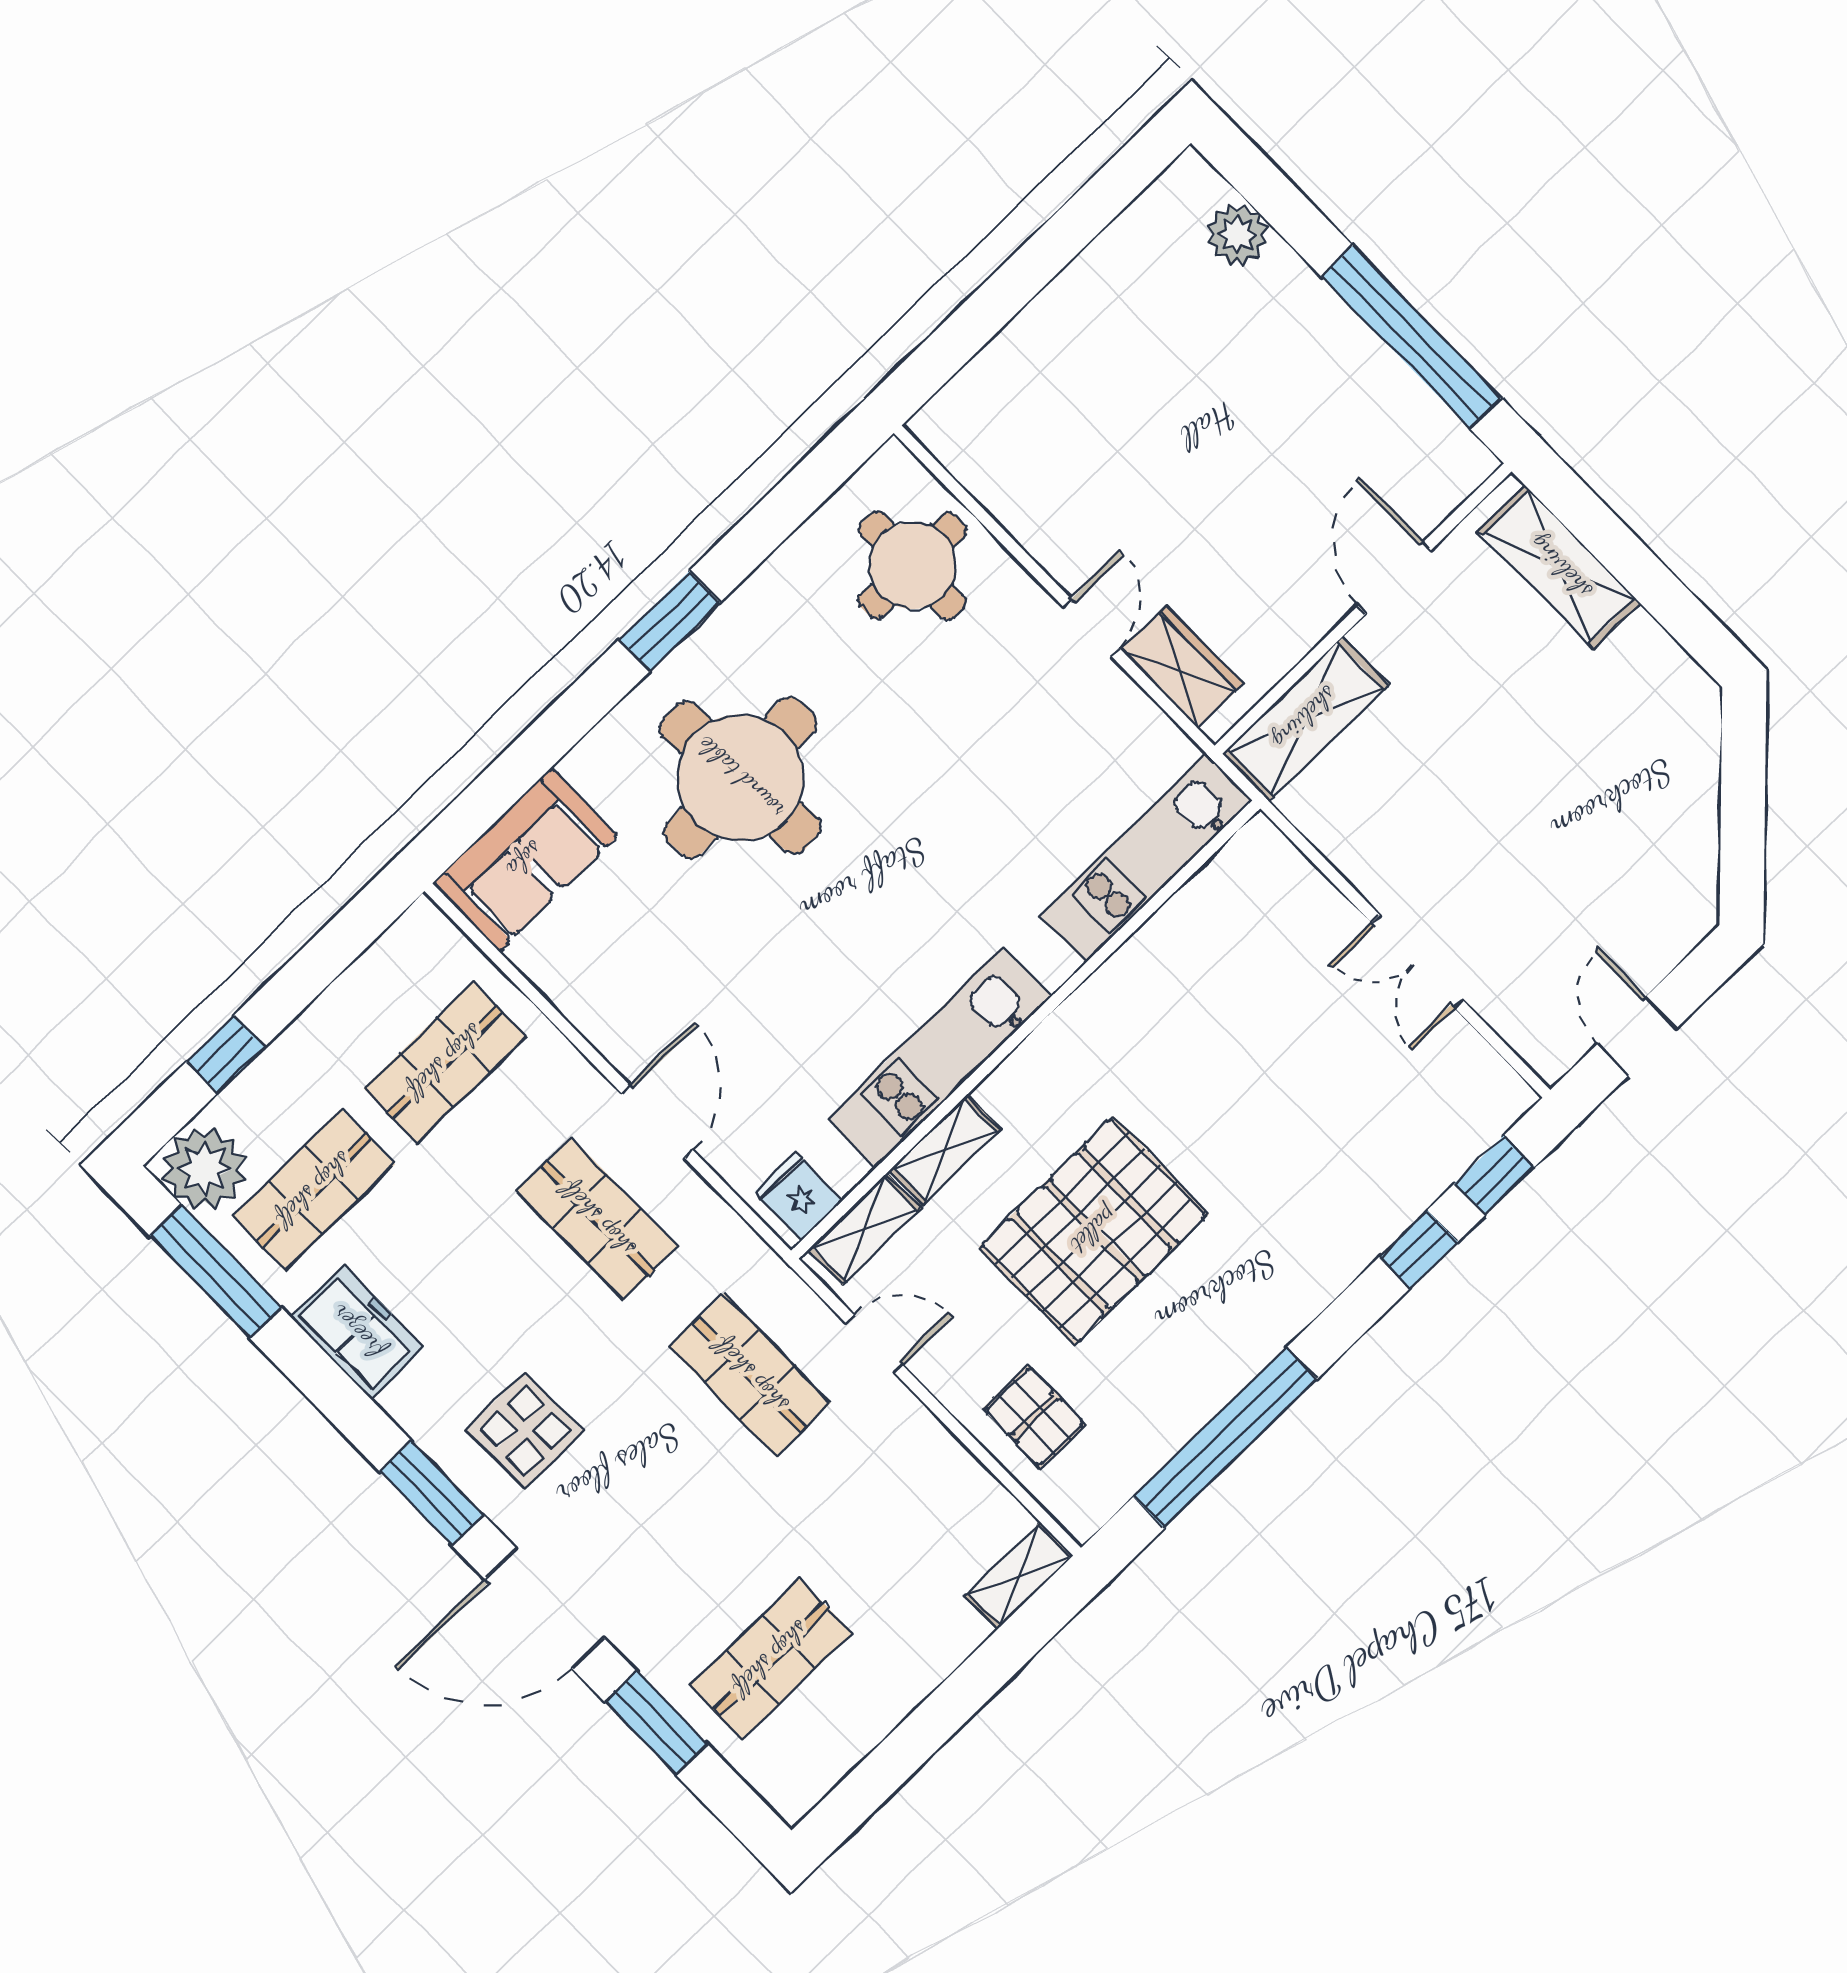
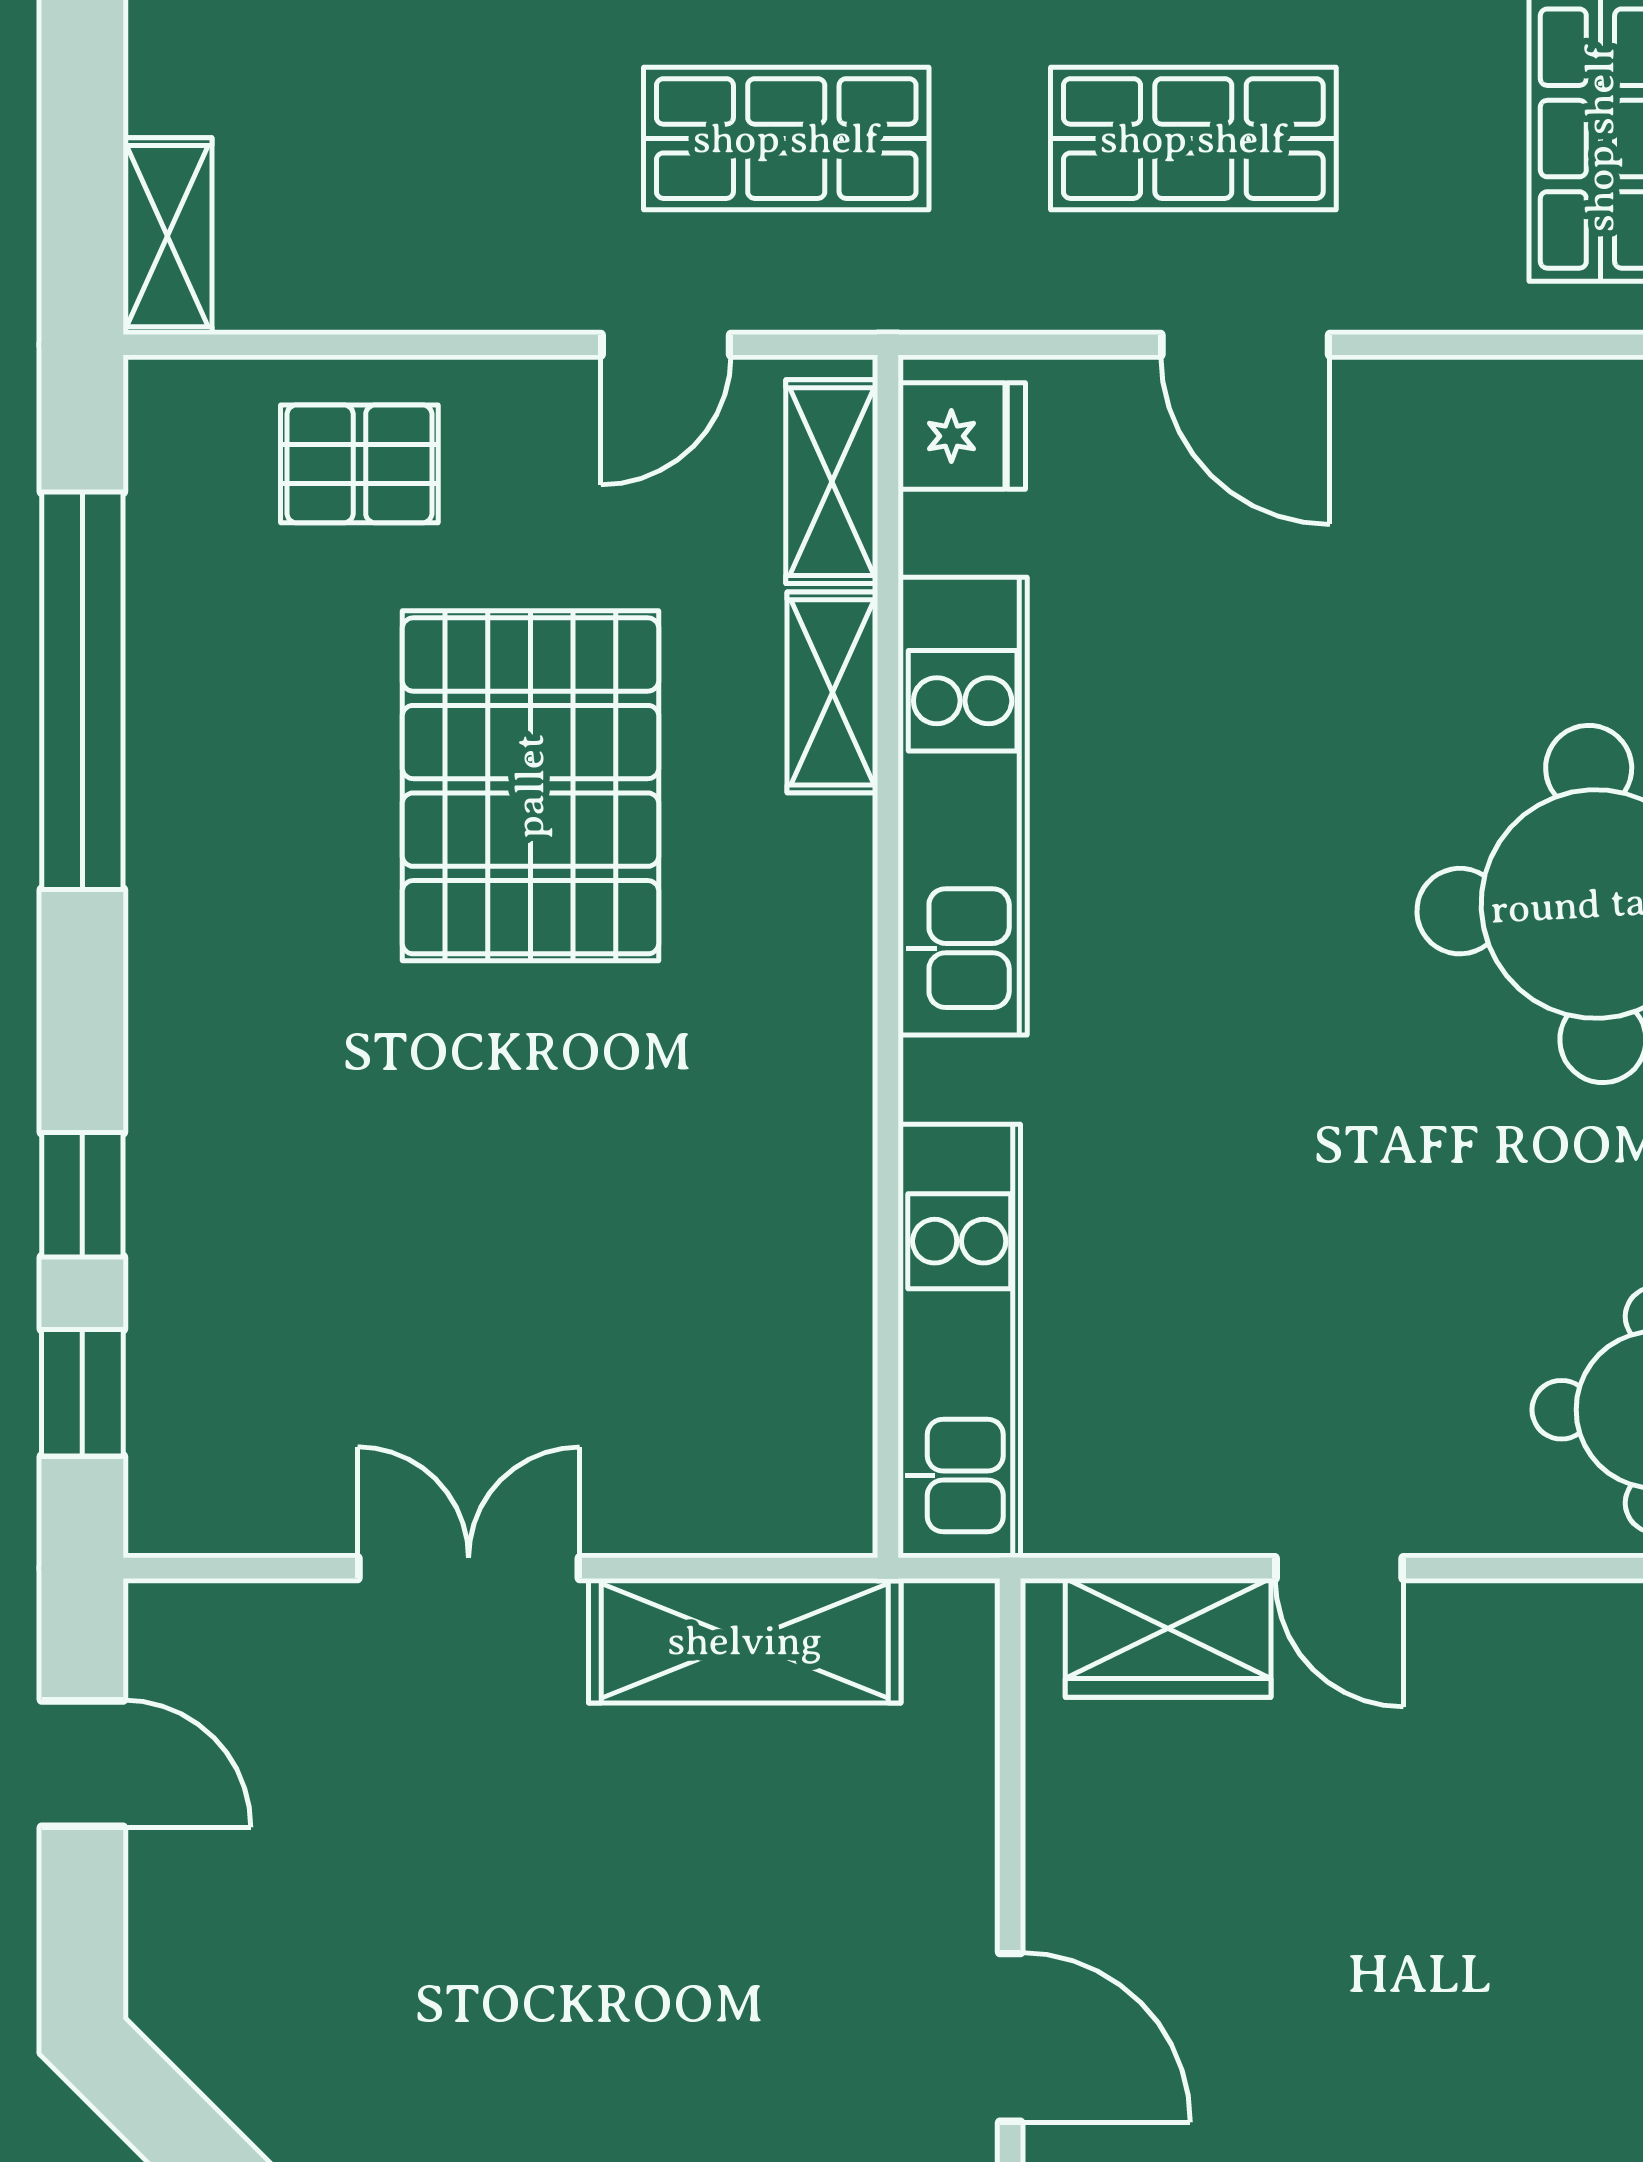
shelving: (1305, 719) -> (745, 1641), moved, turned 90

